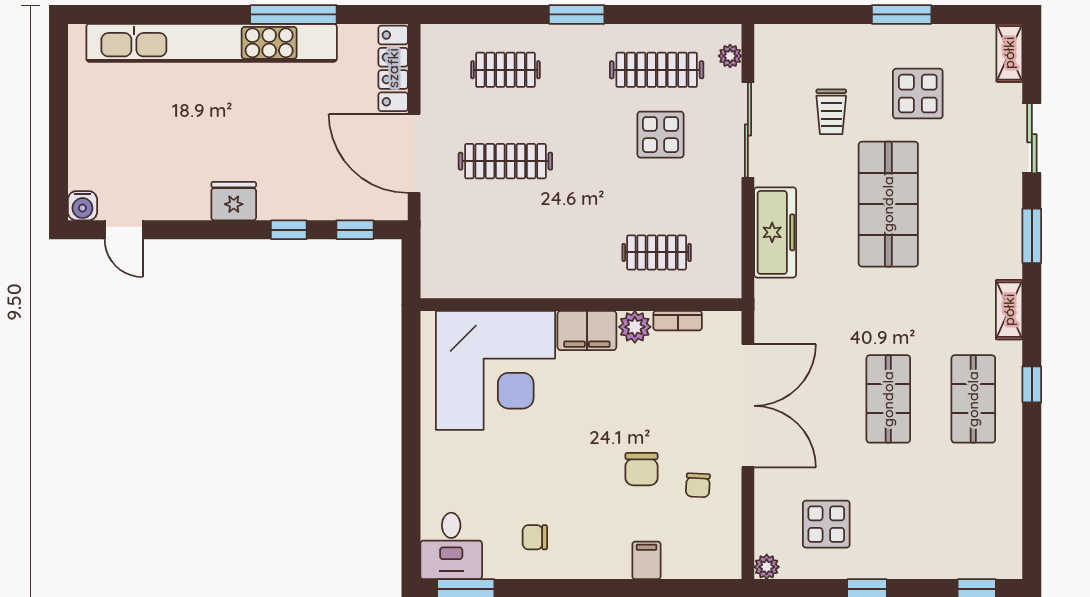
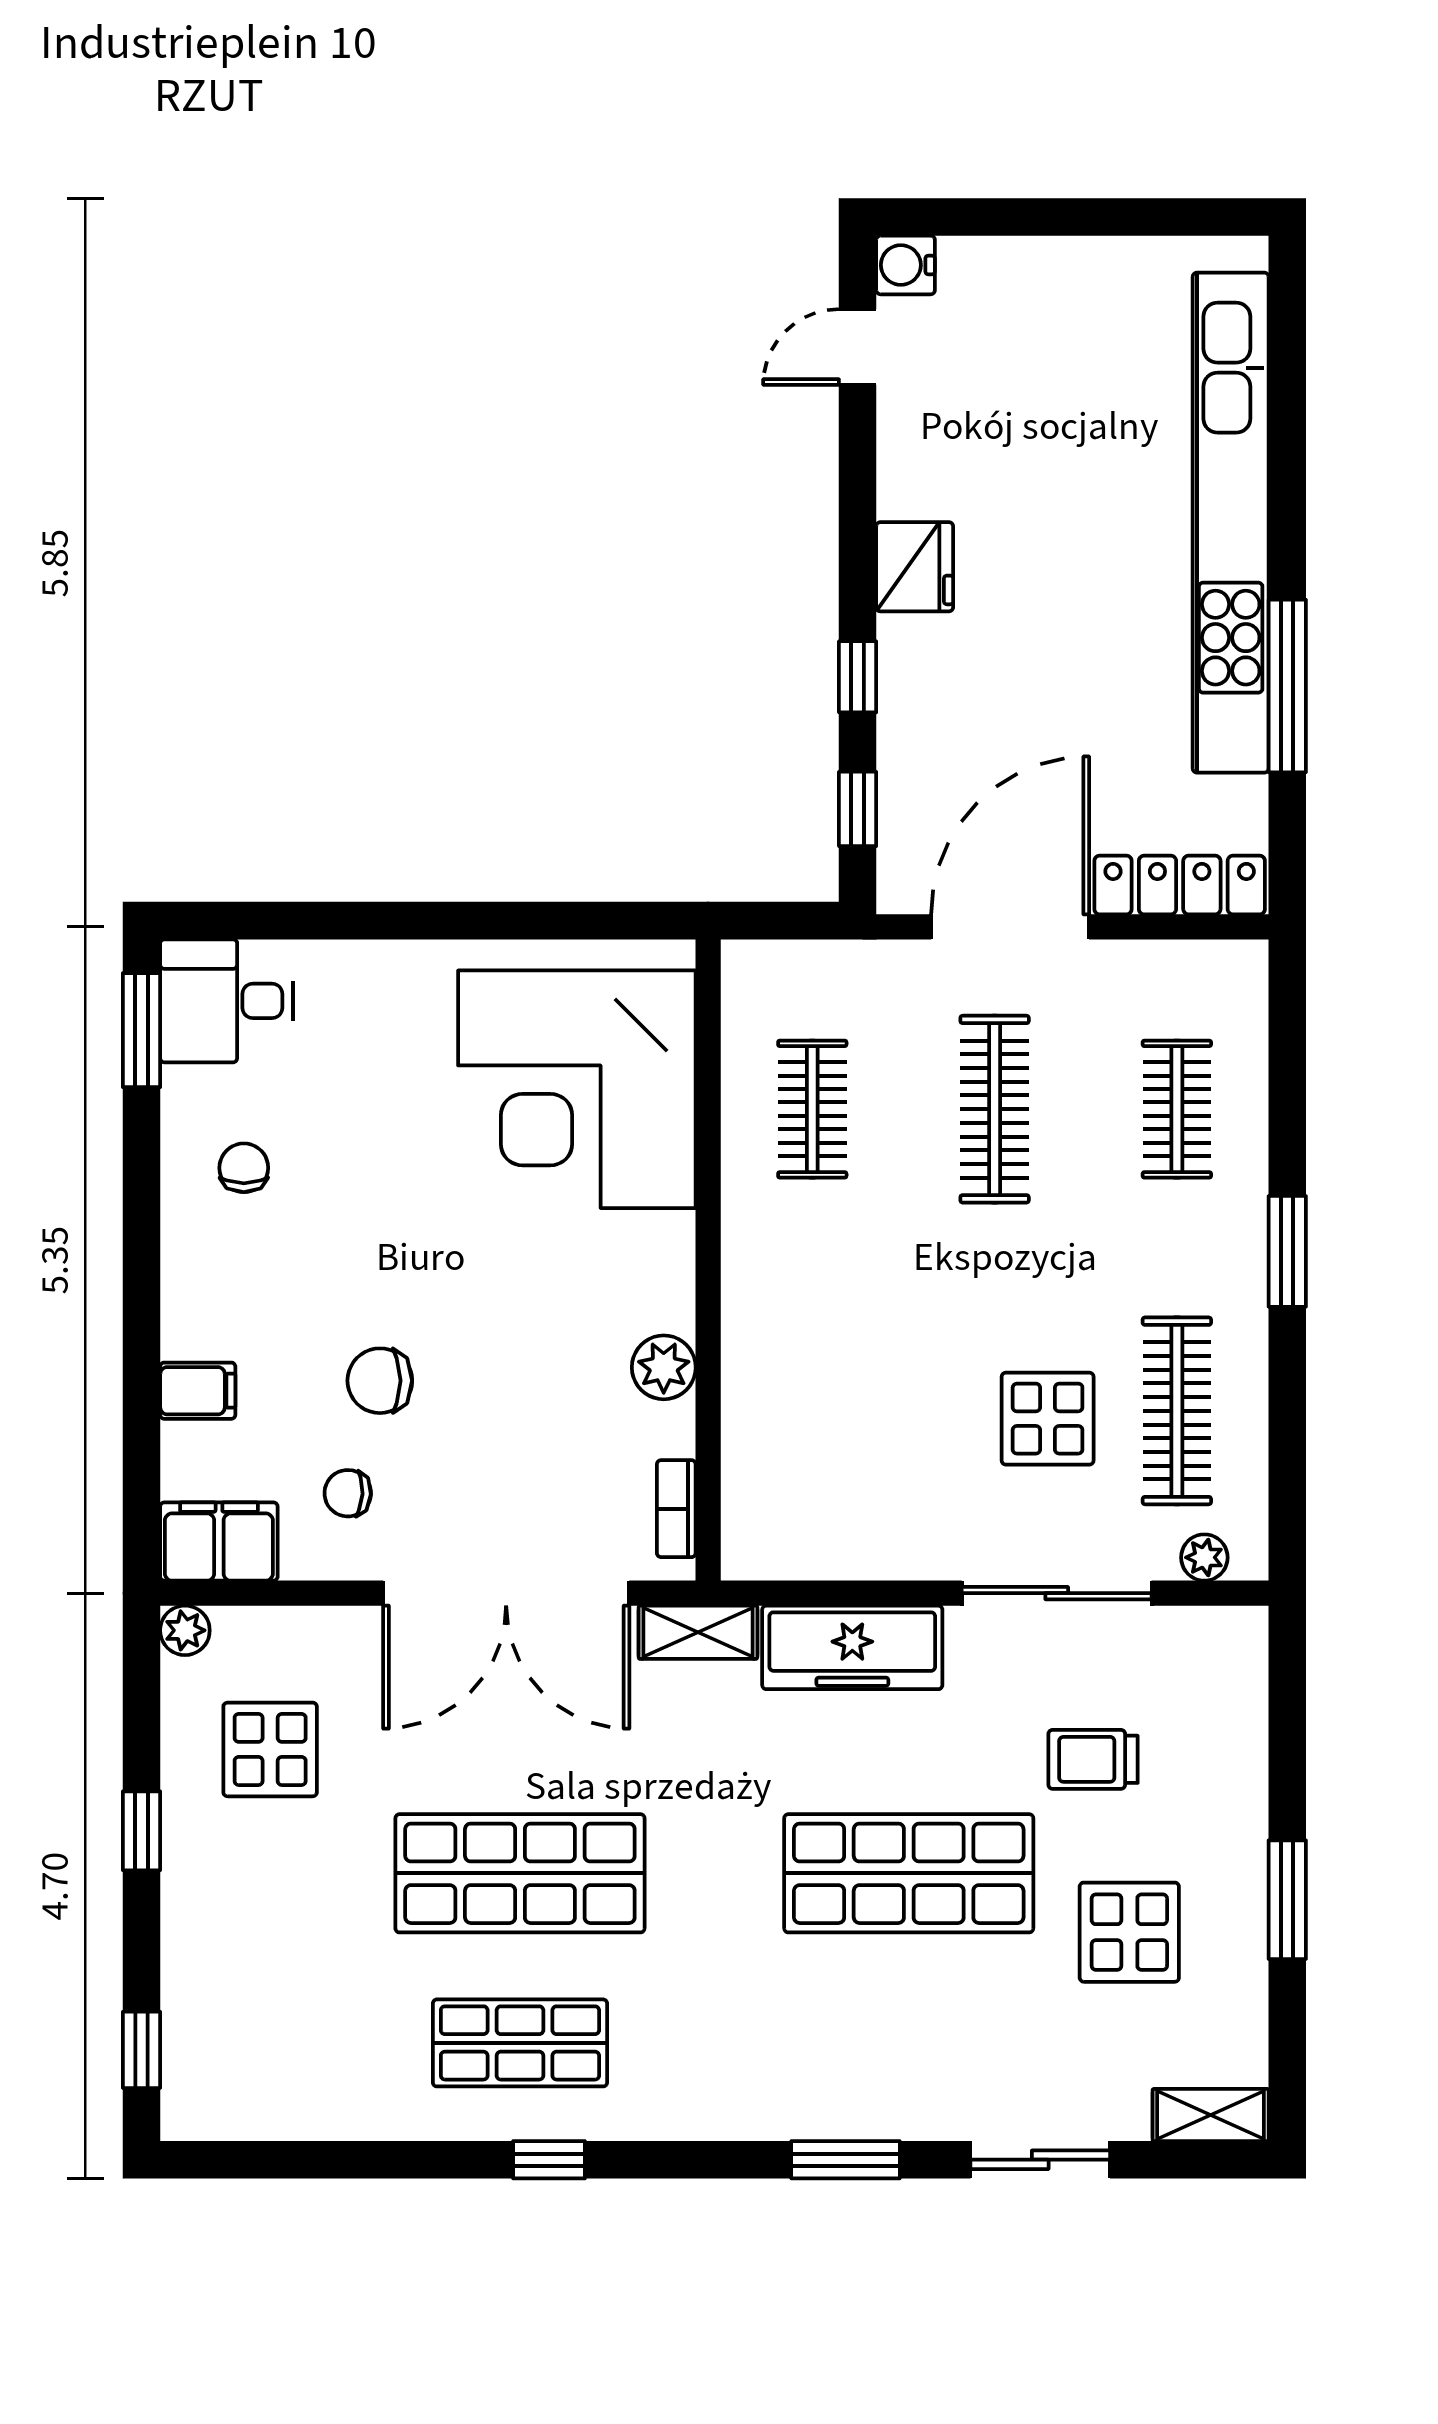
clothes rail: (657, 252) -> (812, 1109), moved
shelving: (1009, 310) -> (698, 1632), moved
bookcase: (678, 321) -> (676, 1509), moved
filing cabinet: (587, 330) -> (219, 1542), moved, turned 90
shop shelf: (888, 399) -> (520, 1873), width x1.43, depth x1.36

